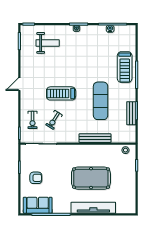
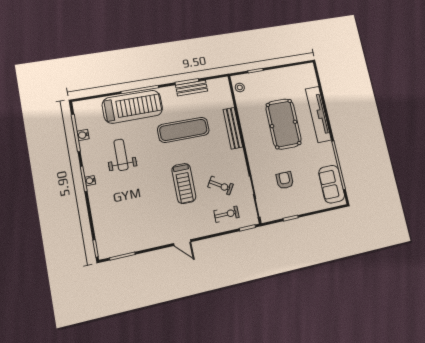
weight bench: (48, 43) -> (121, 155), moved
treadmill: (125, 67) -> (133, 107), width x1.37, depth x1.38
armchair: (36, 178) -> (285, 180), moved

